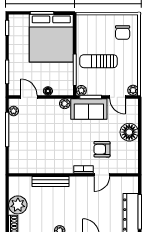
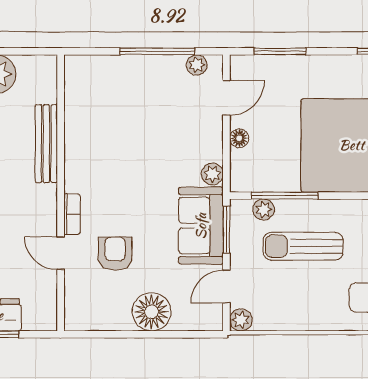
sun lounger: (99, 61) -> (303, 246), turned -90
plant: (81, 90) -> (264, 210), moved

